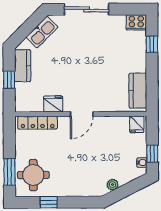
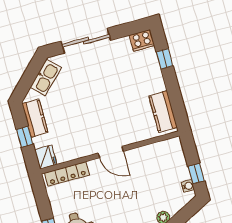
fridge: (53, 104) -> (46, 157), moved, turned 90
door: (82, 114) -> (111, 152), hinge flipped
fridge: (137, 124) -> (172, 147), removed

